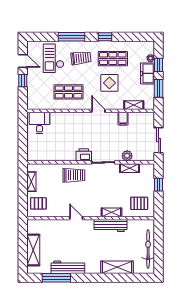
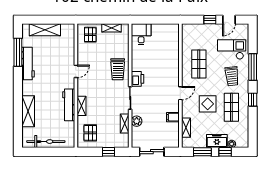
desk: (39, 123) -> (141, 34), moved, turned -90

